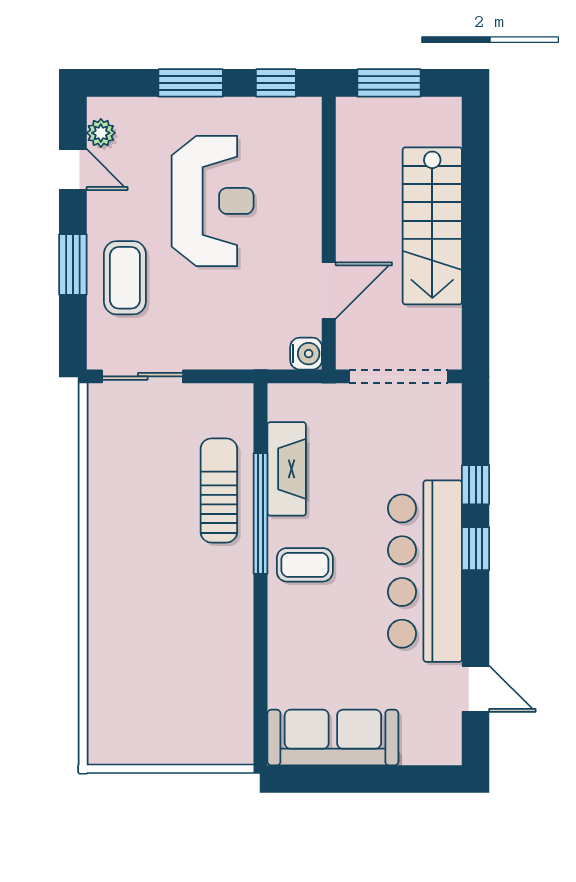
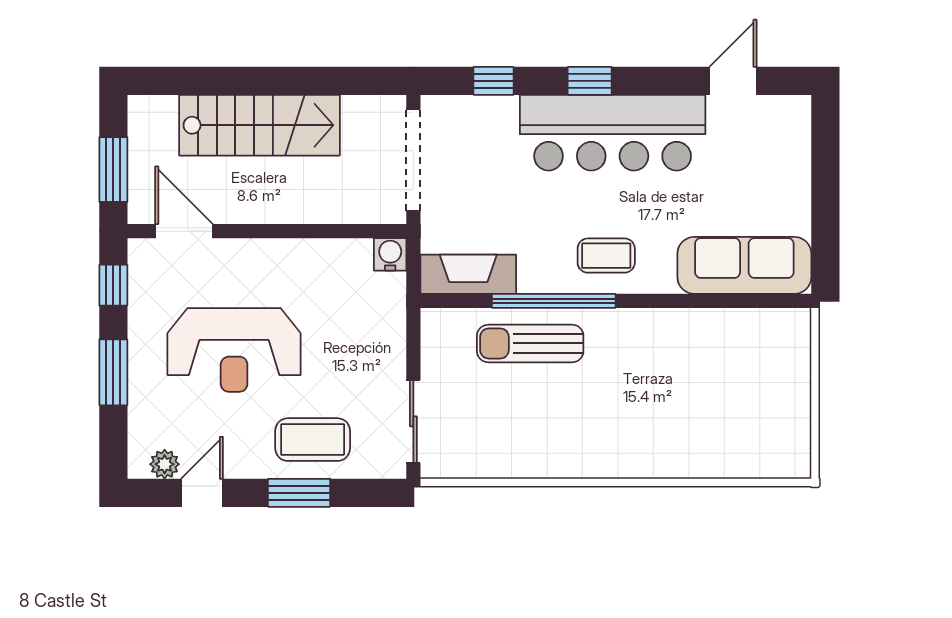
reception desk: (213, 201) -> (234, 350), turned 180
door: (329, 291) -> (184, 231), moved
fireplace: (287, 469) -> (468, 274), moved
window: (476, 485) -> (494, 81), moved
coffee table: (305, 565) -> (606, 256), turned 90
sofa: (333, 738) -> (744, 265), moved, turned 90

